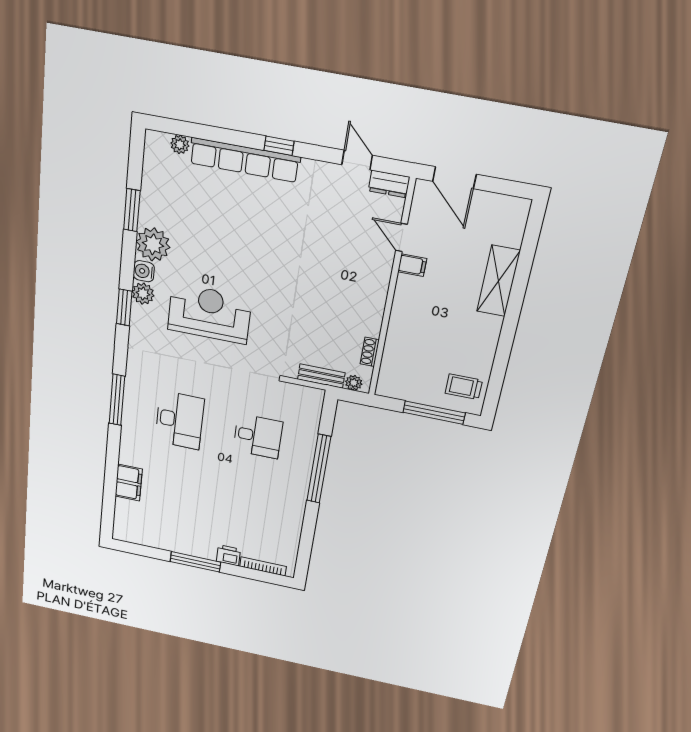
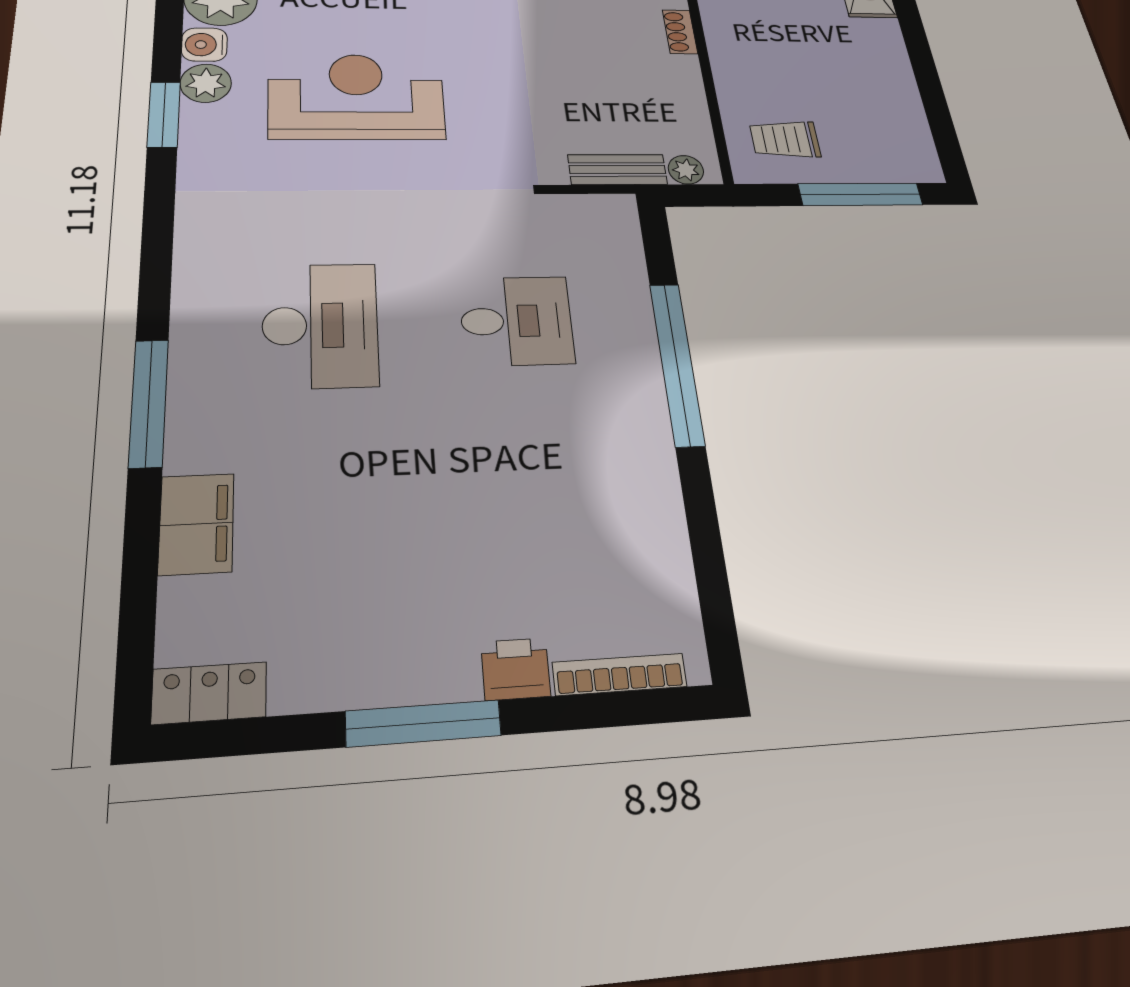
shoe rack: (370, 352) -> (680, 32), moved
trolley: (464, 387) -> (785, 139), moved
window: (117, 400) -> (149, 403), moved
locker: (130, 535) -> (209, 693), added

